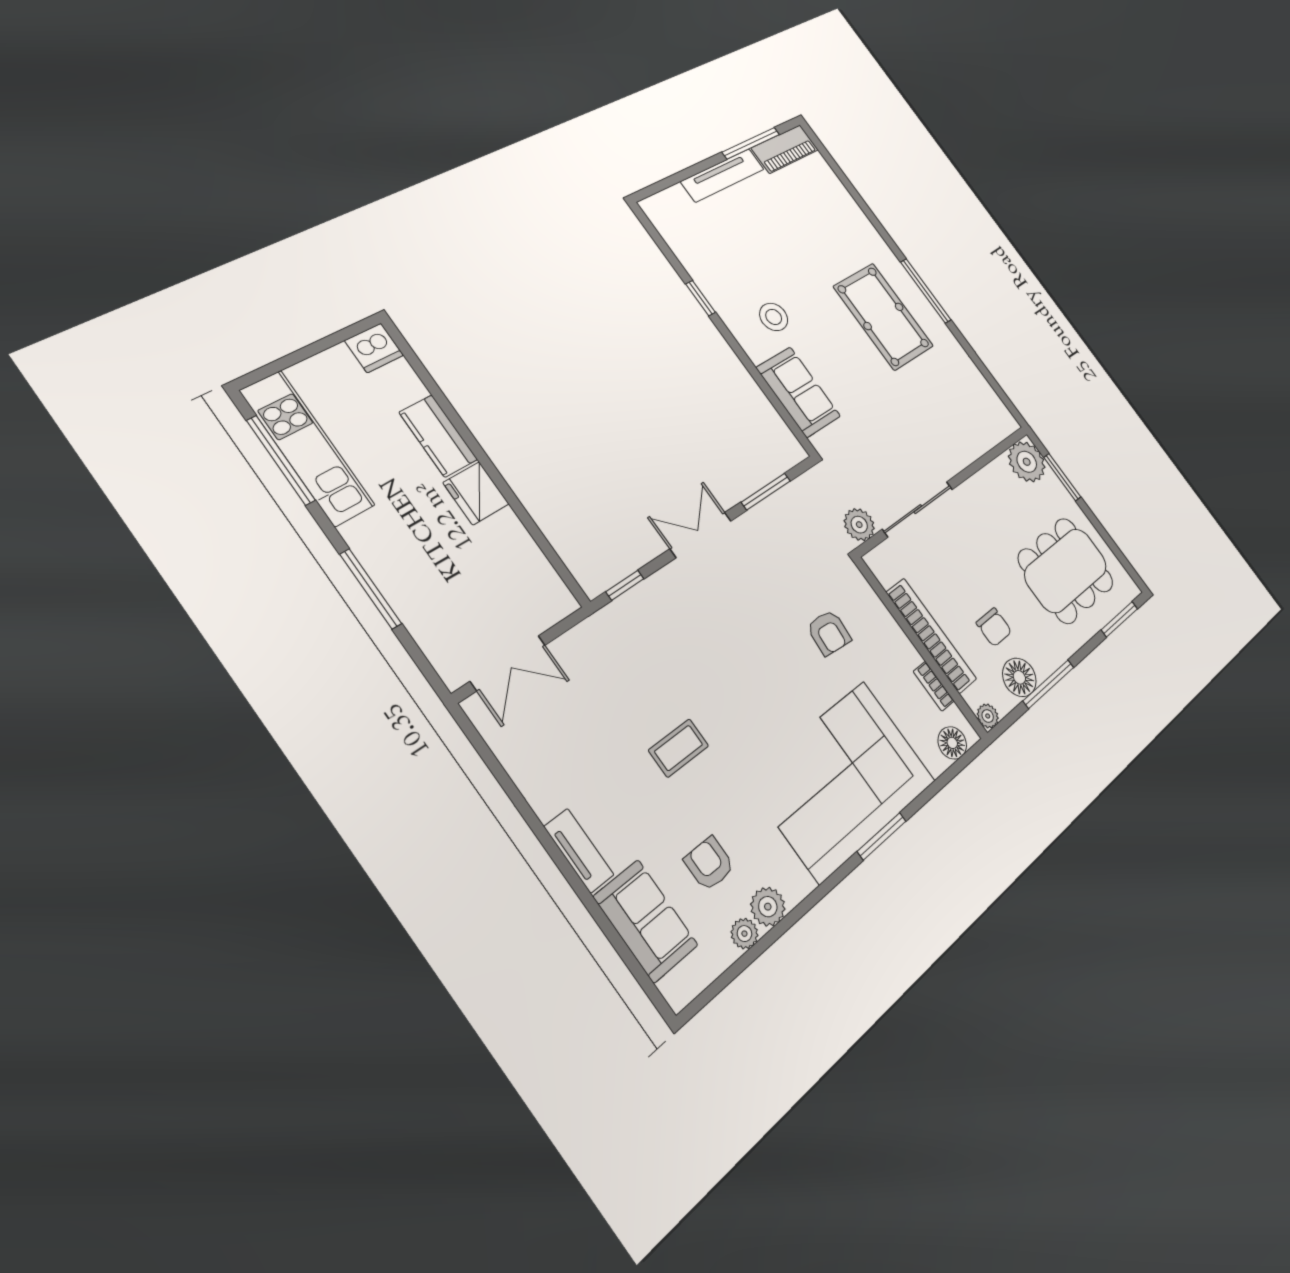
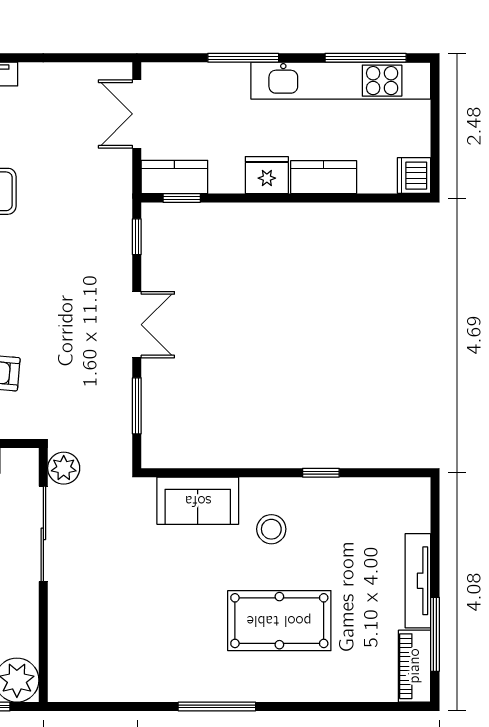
pool table: (883, 316) -> (279, 621), moved
kitchen unit: (307, 448) -> (341, 81), width x1.36
window: (558, 564) -> (182, 198), added
kitchen counter: (543, 584) -> (174, 177), added

